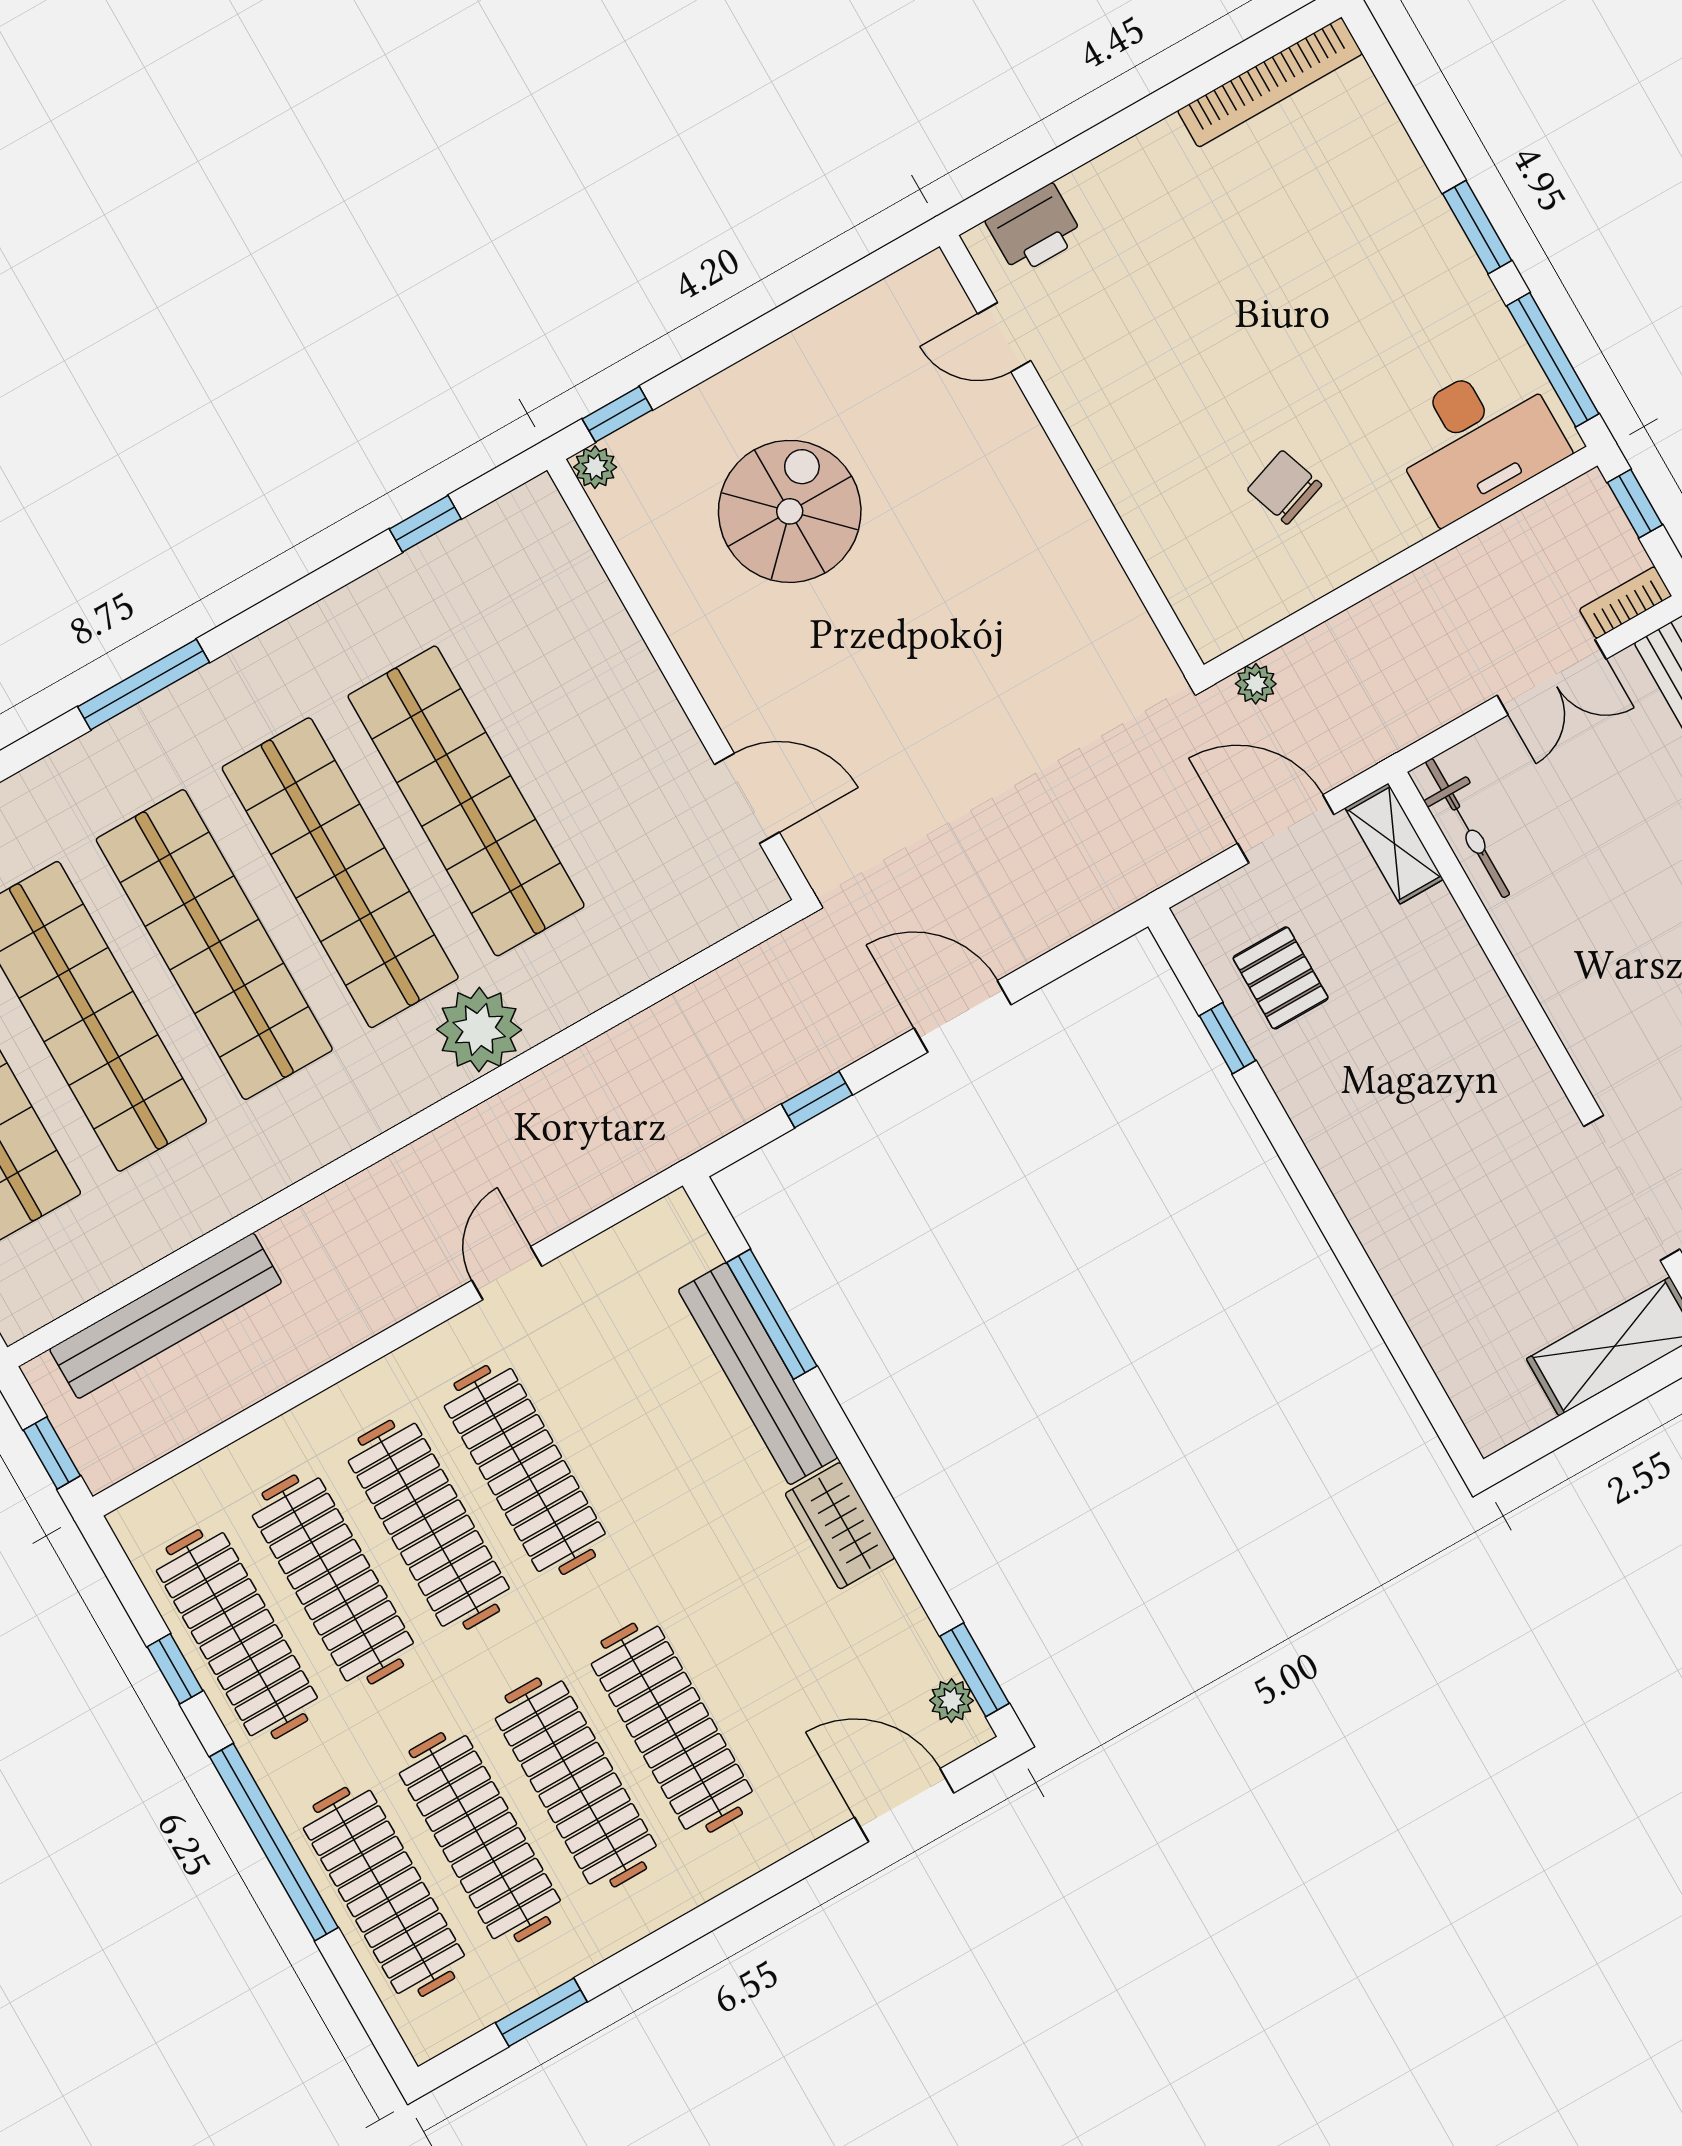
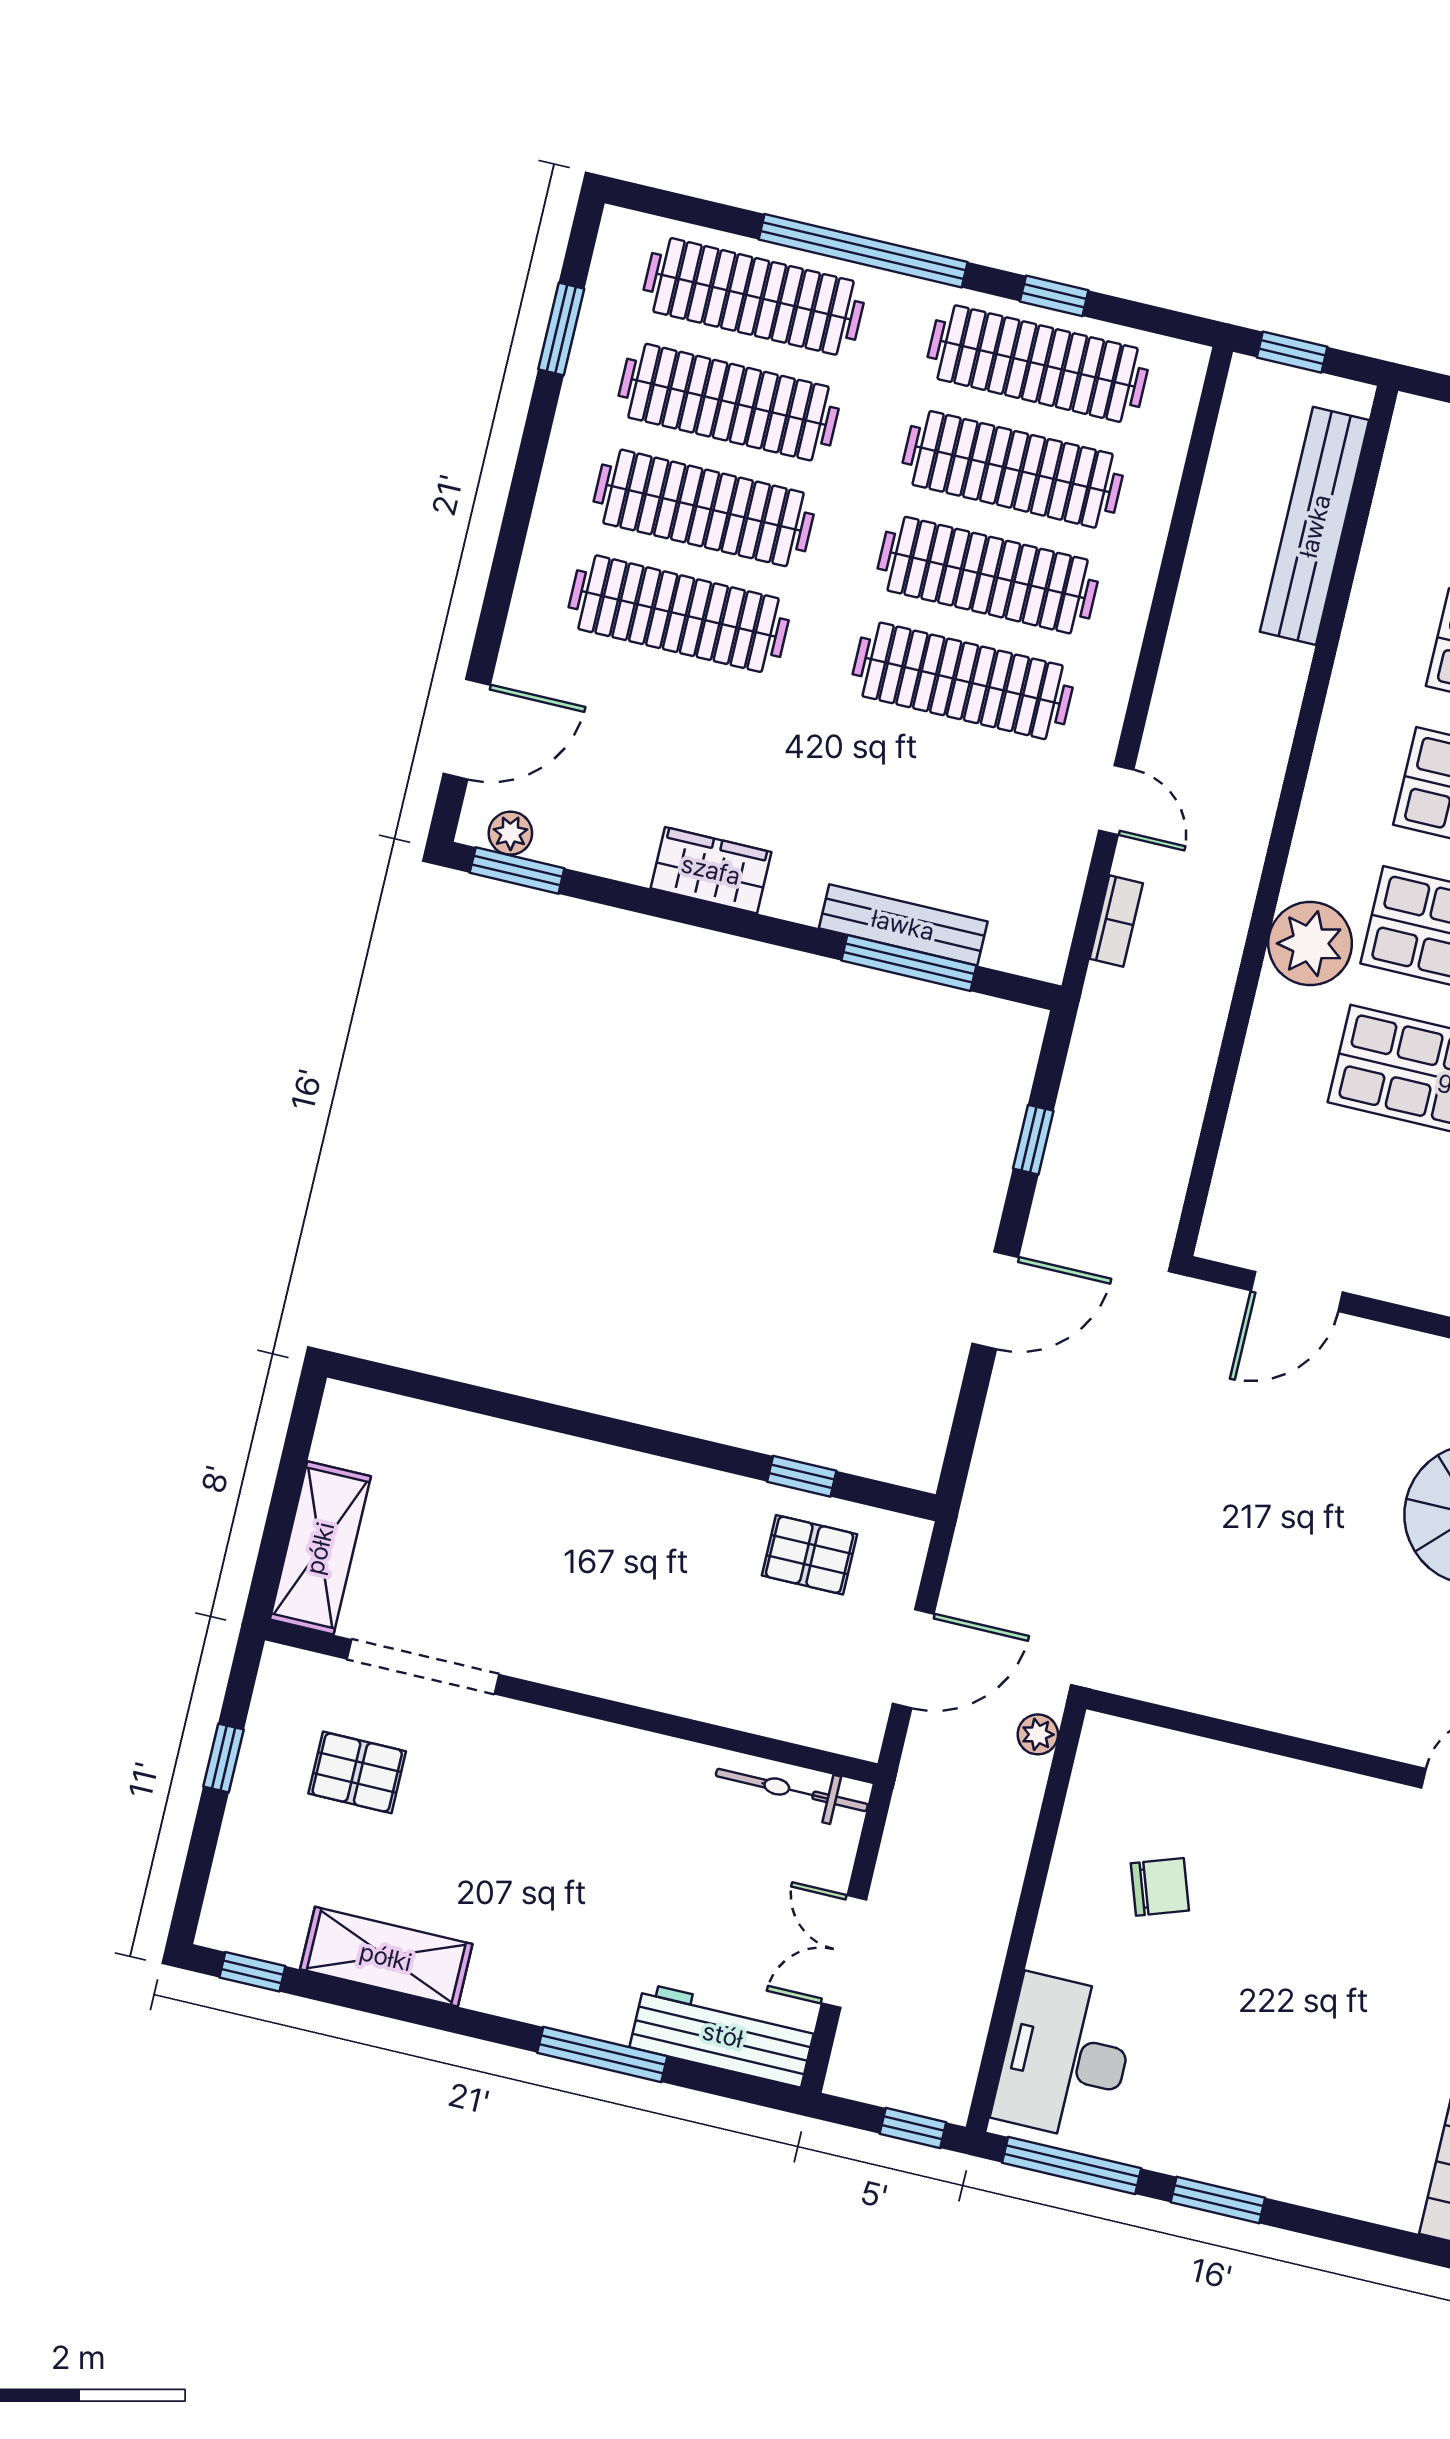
bookcase: (1625, 603) -> (1116, 921), moved
shelving: (1394, 844) -> (830, 1727), removed
bench: (758, 1374) -> (903, 925), width x0.73, depth x0.82

